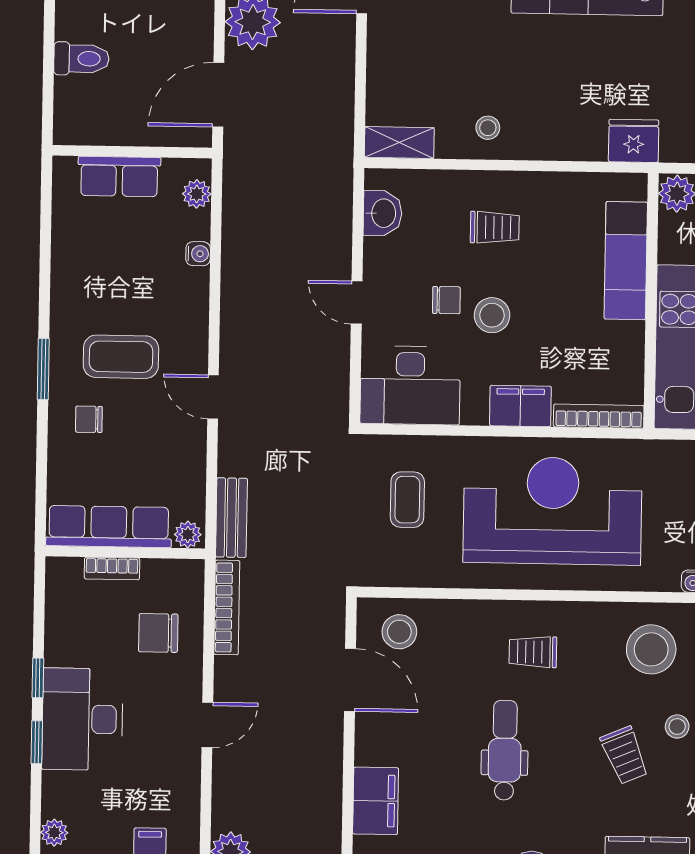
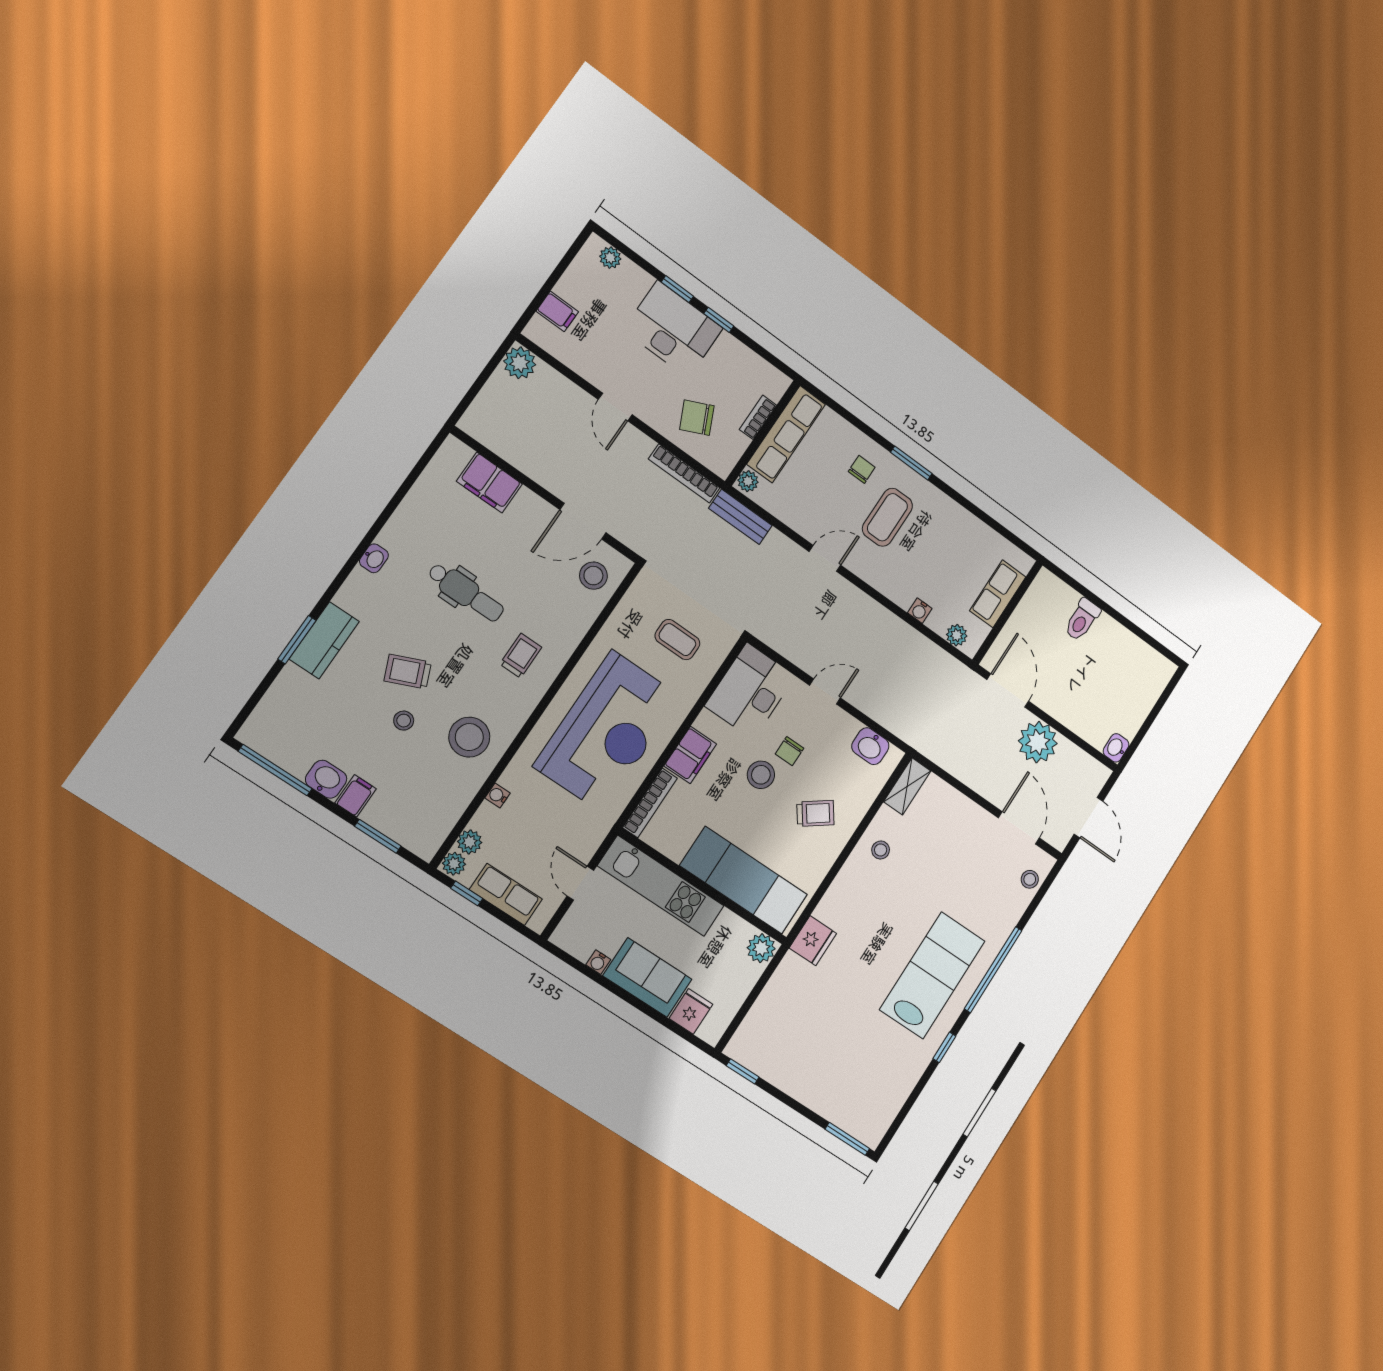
trolley: (495, 227) -> (815, 813), turned -126
exam couch: (626, 261) -> (744, 880), width x1.36, depth x1.45
chair: (158, 633) -> (697, 418), turned -115

